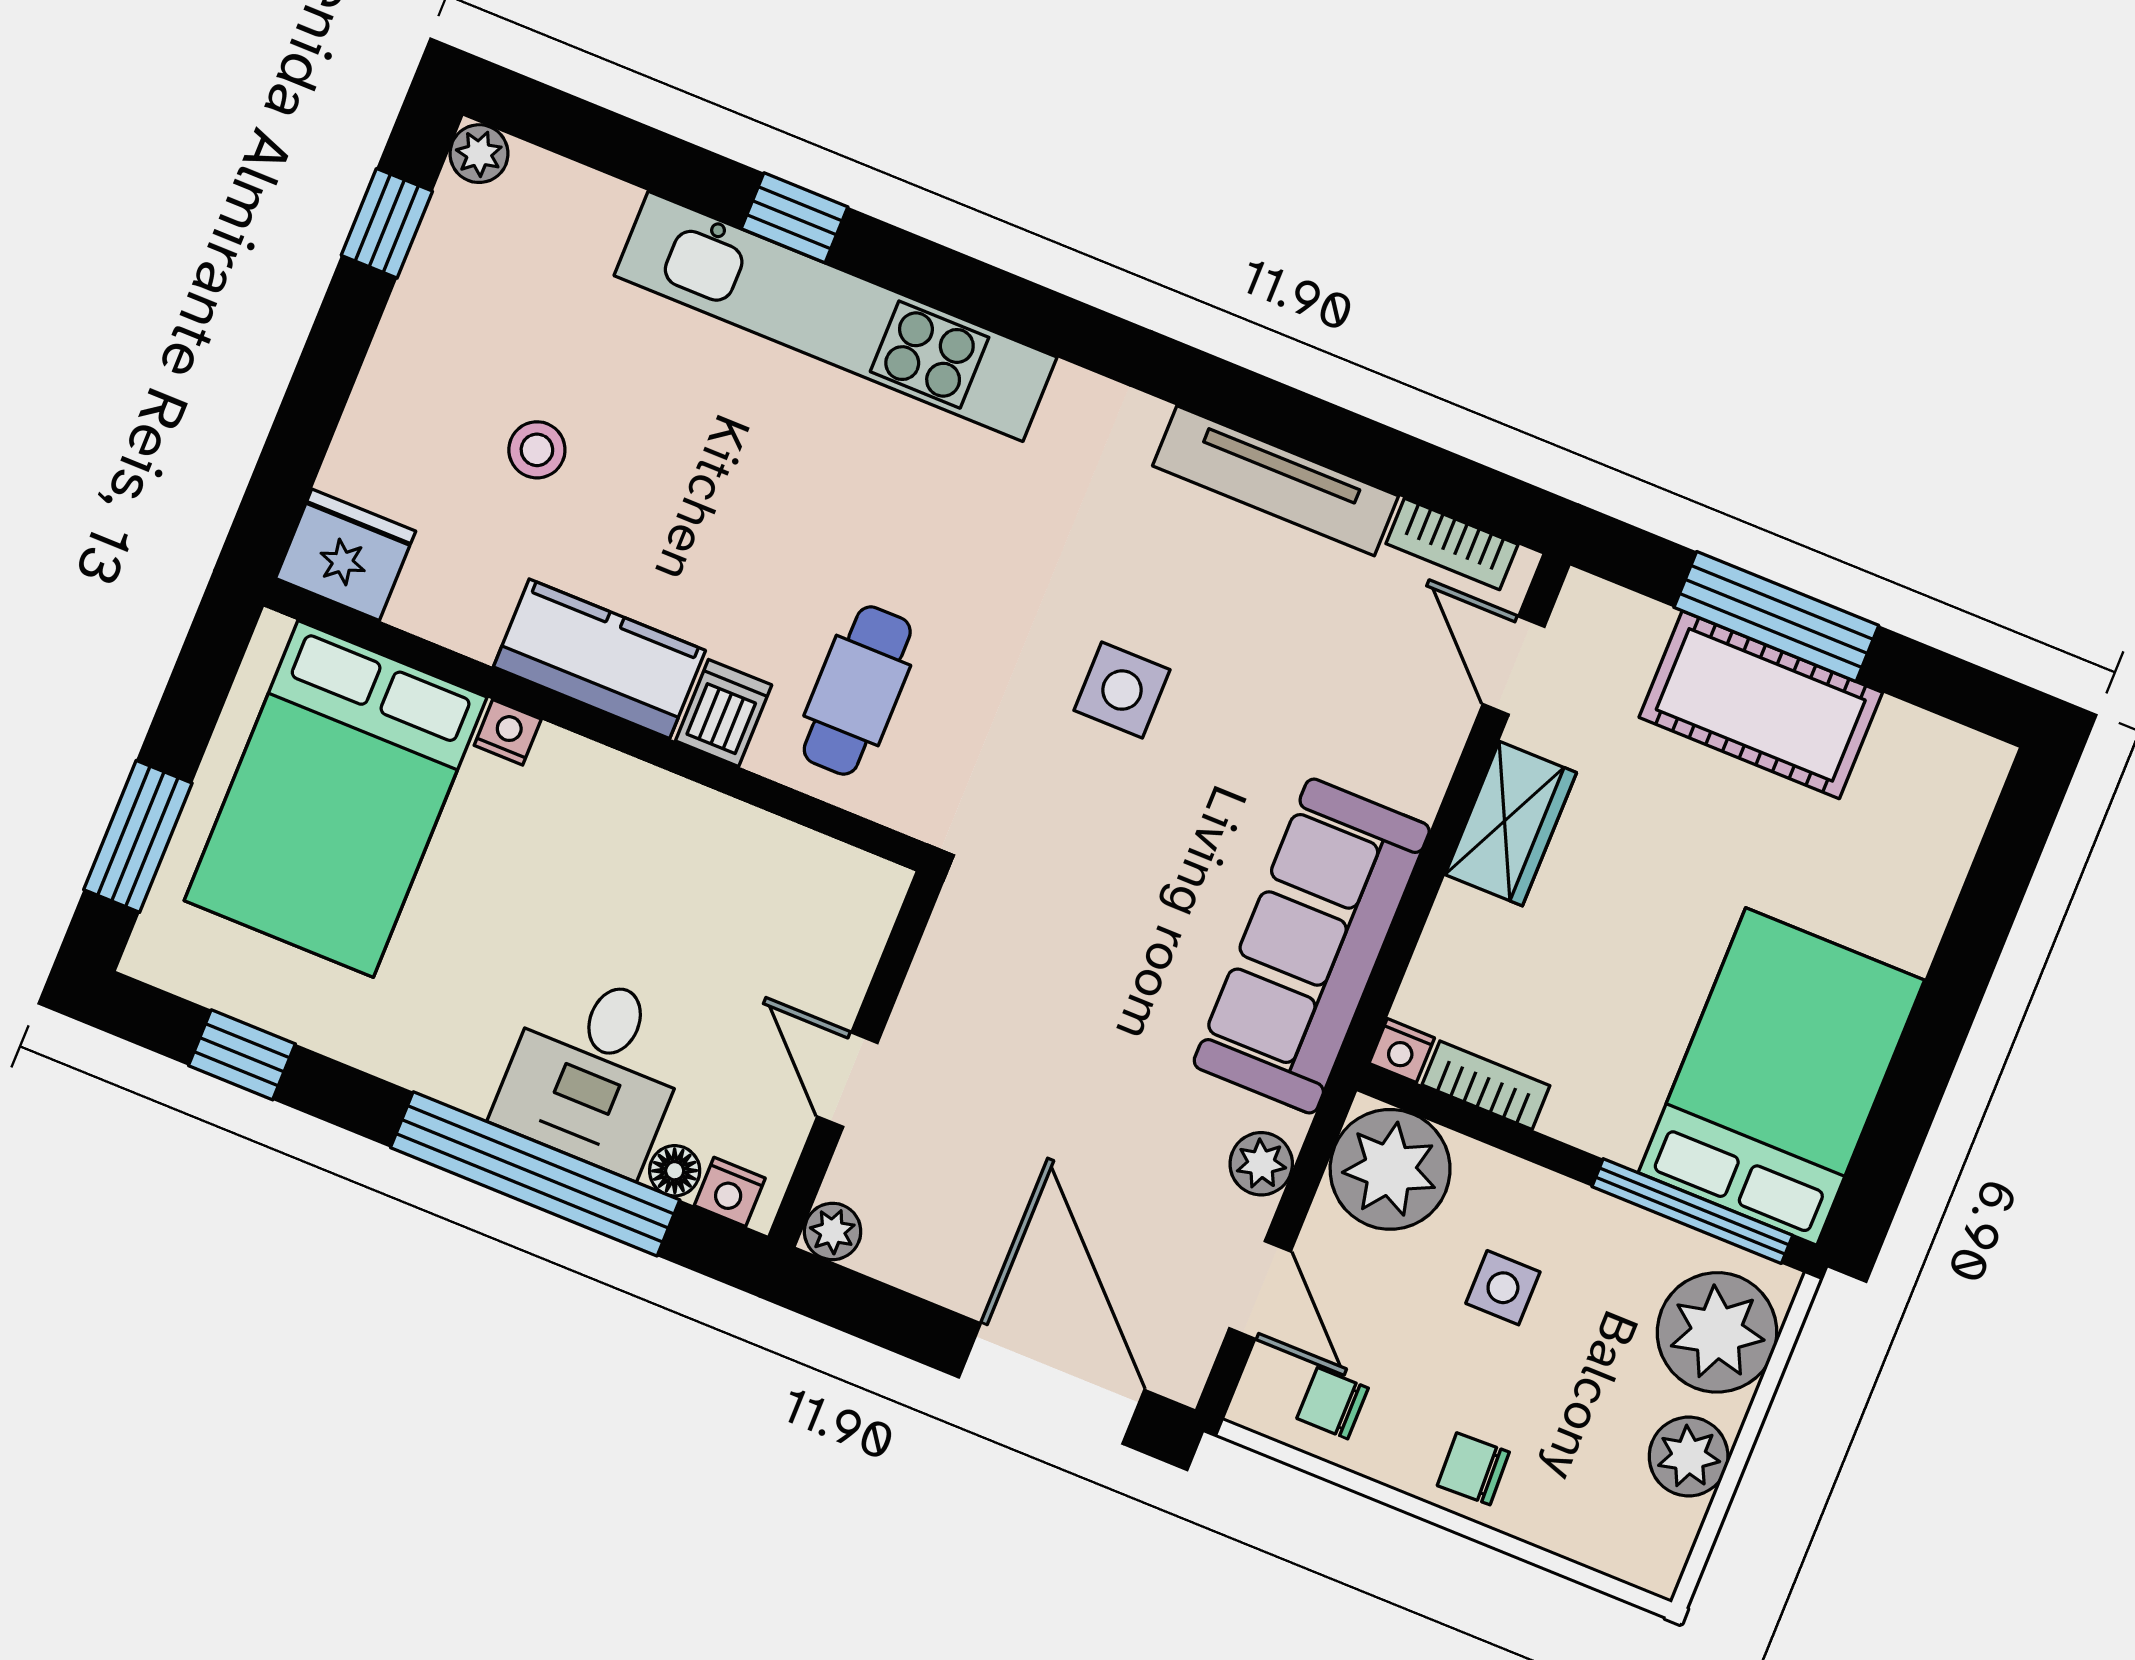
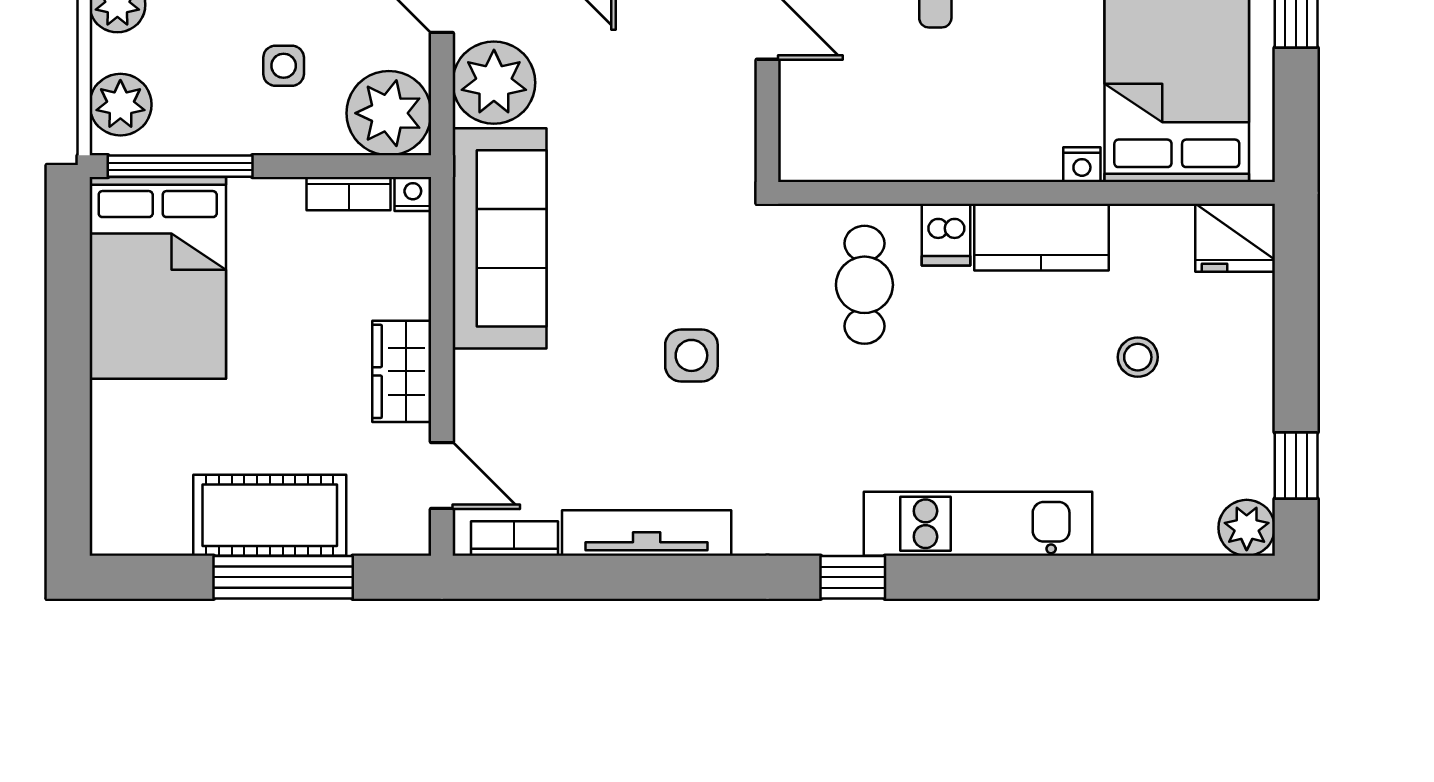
plant: (479, 154) -> (1247, 528), width x1.38, depth x1.38
window: (794, 218) -> (853, 577), moved
kitchen unit: (835, 316) -> (978, 524), width x0.73
plant: (1261, 1164) -> (494, 83), width x1.88, depth x1.88
plant: (1717, 1332) -> (120, 105), width x0.73, depth x0.73

